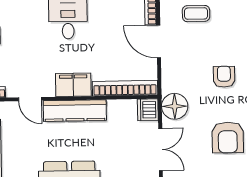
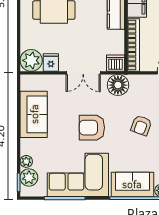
armchair: (224, 77) -> (141, 125), turned 110

